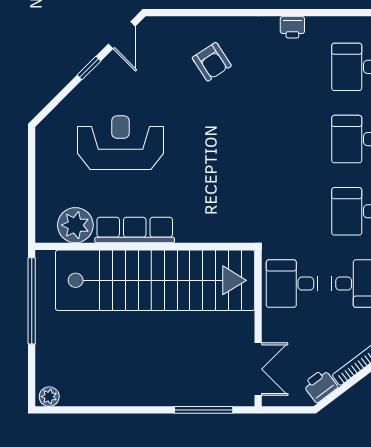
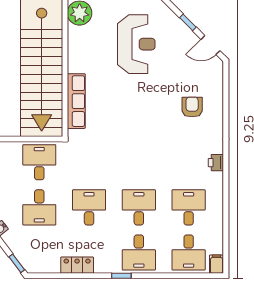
armchair: (212, 62) -> (192, 107), turned 123
row of seats: (135, 230) -> (76, 101), moved

